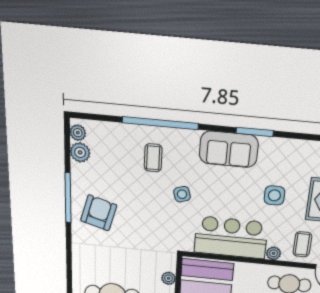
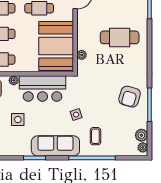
sofa: (229, 149) -> (55, 146), width x1.36

